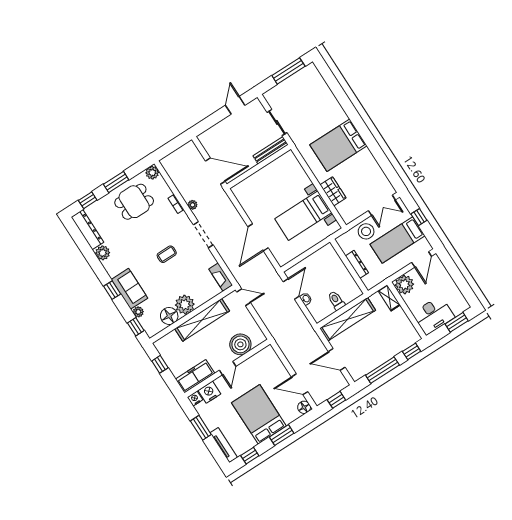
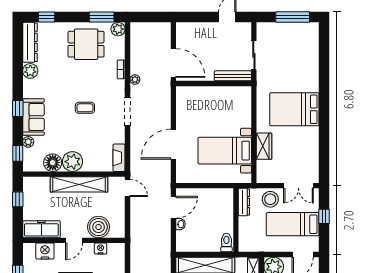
window: (116, 182) -> (102, 17), moved
dresser: (357, 264) -> (244, 202), moved
toilet: (336, 301) -> (226, 243), moved
nightstand: (195, 399) -> (101, 249), moved

